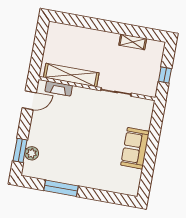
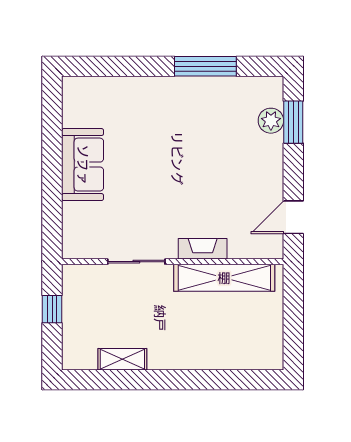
fireplace: (59, 89) -> (203, 249), moved

